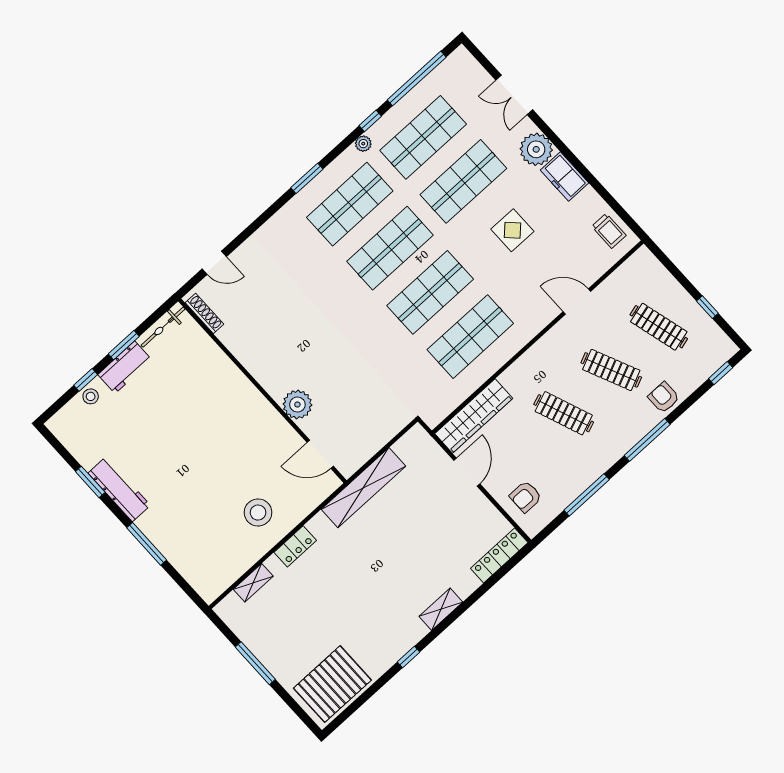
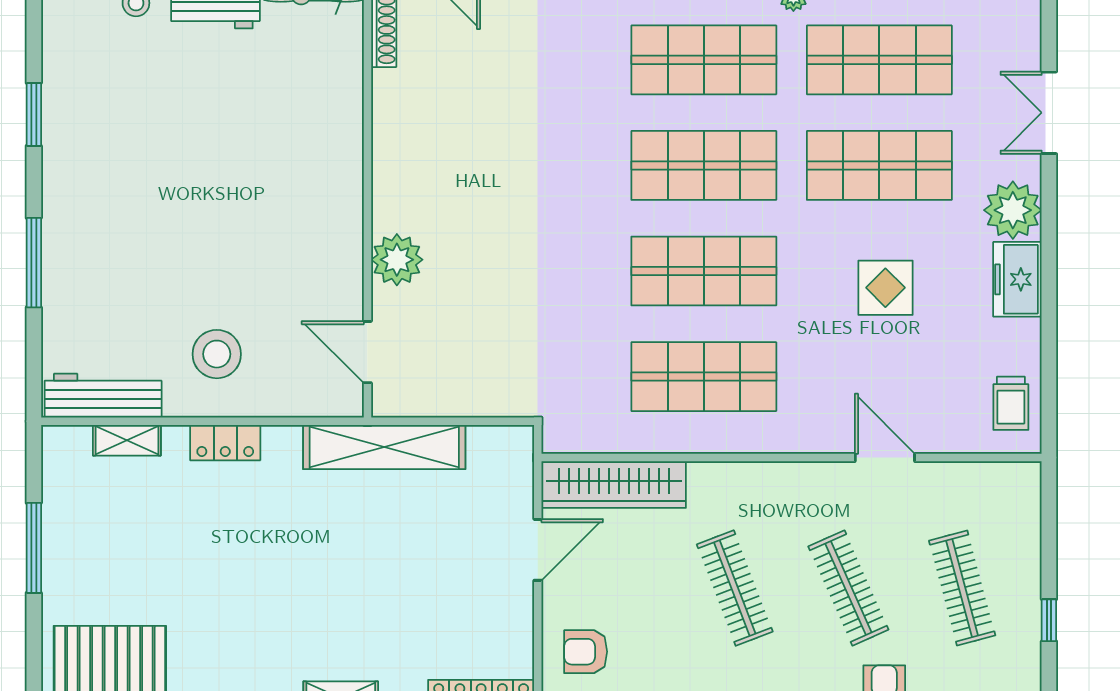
workbench: (119, 489) -> (103, 396), moved, turned -90

